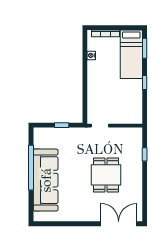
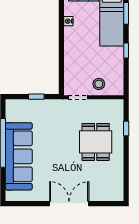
stool: (119, 113) -> (99, 84), added
dining table: (106, 175) -> (96, 142), moved
double door: (119, 224) -> (69, 204), moved

